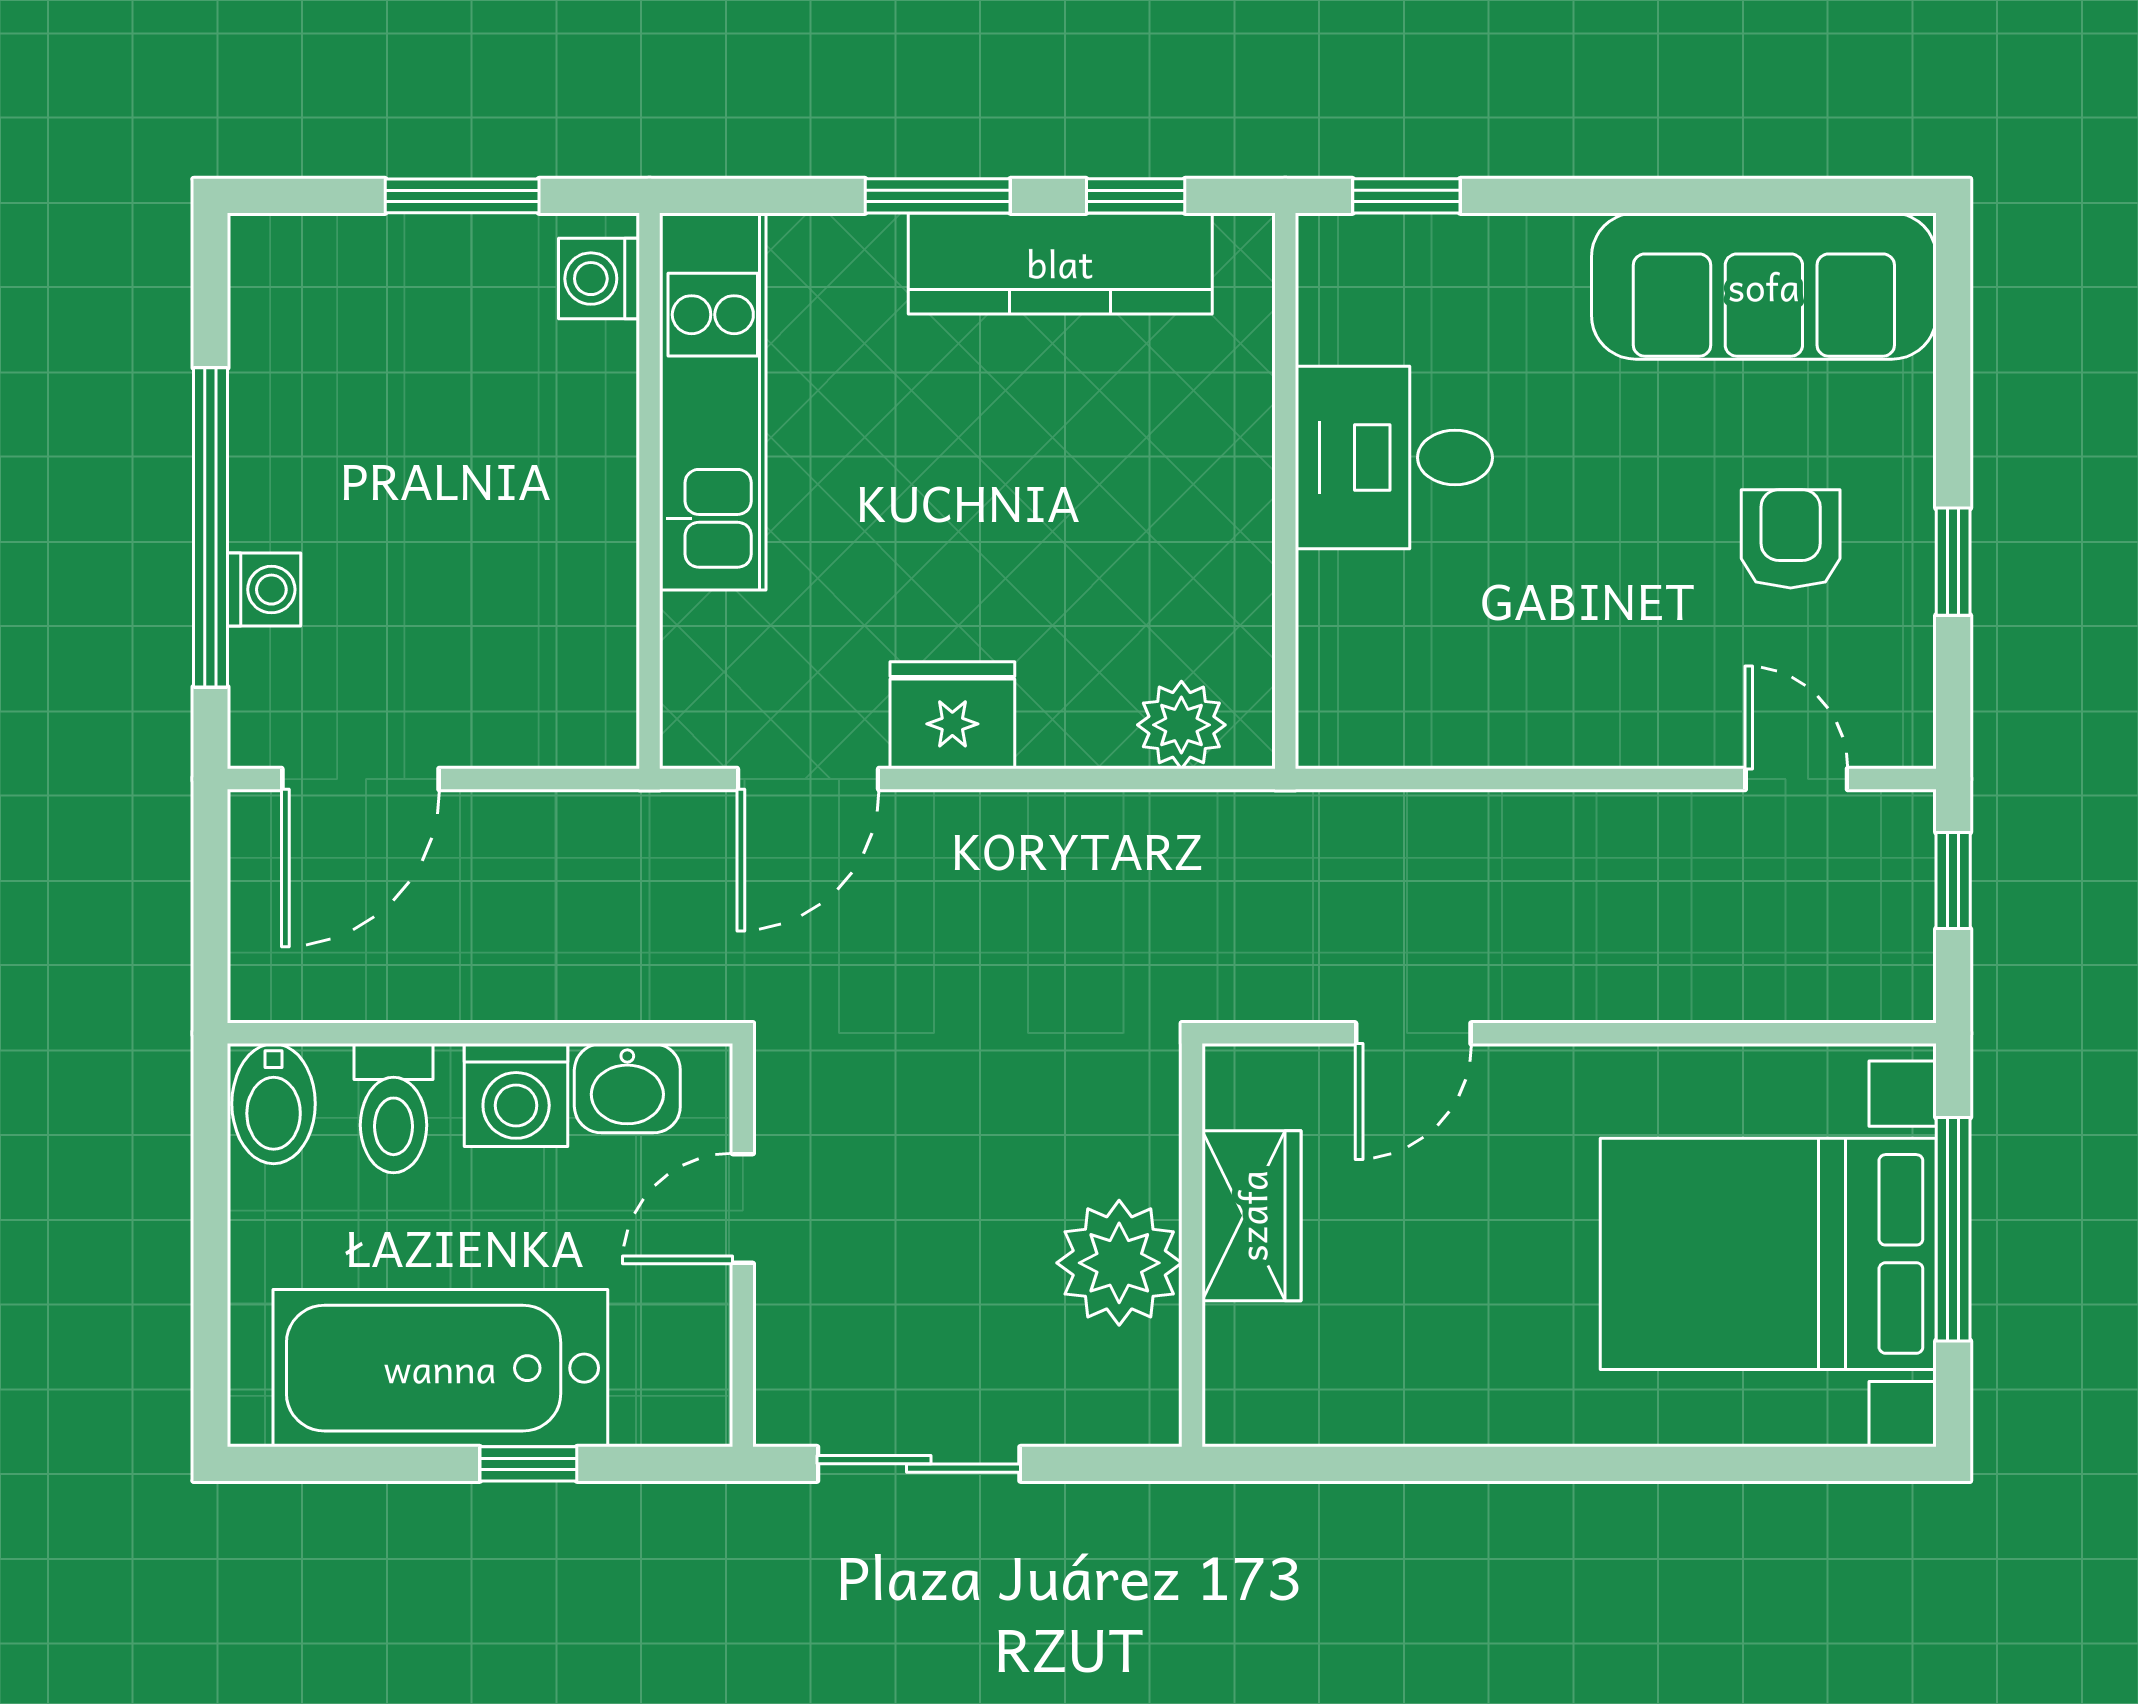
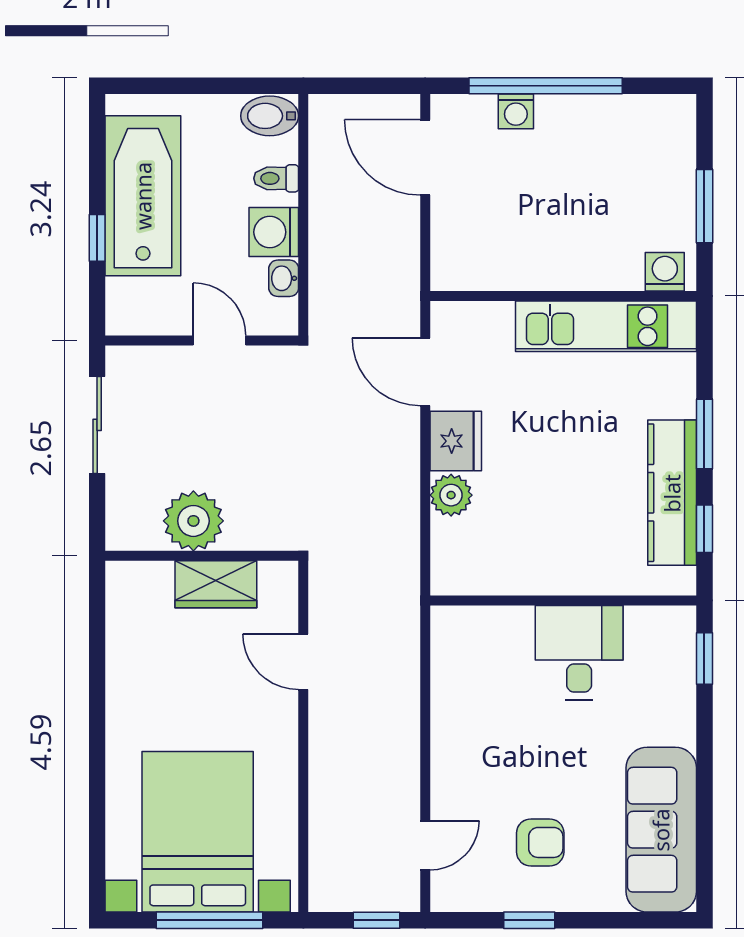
plant: (1181, 725) -> (451, 495), moved
washbasin: (627, 1088) -> (284, 278), width x0.72, depth x0.69
toilet: (393, 1108) -> (276, 178), width x0.73, depth x0.72

